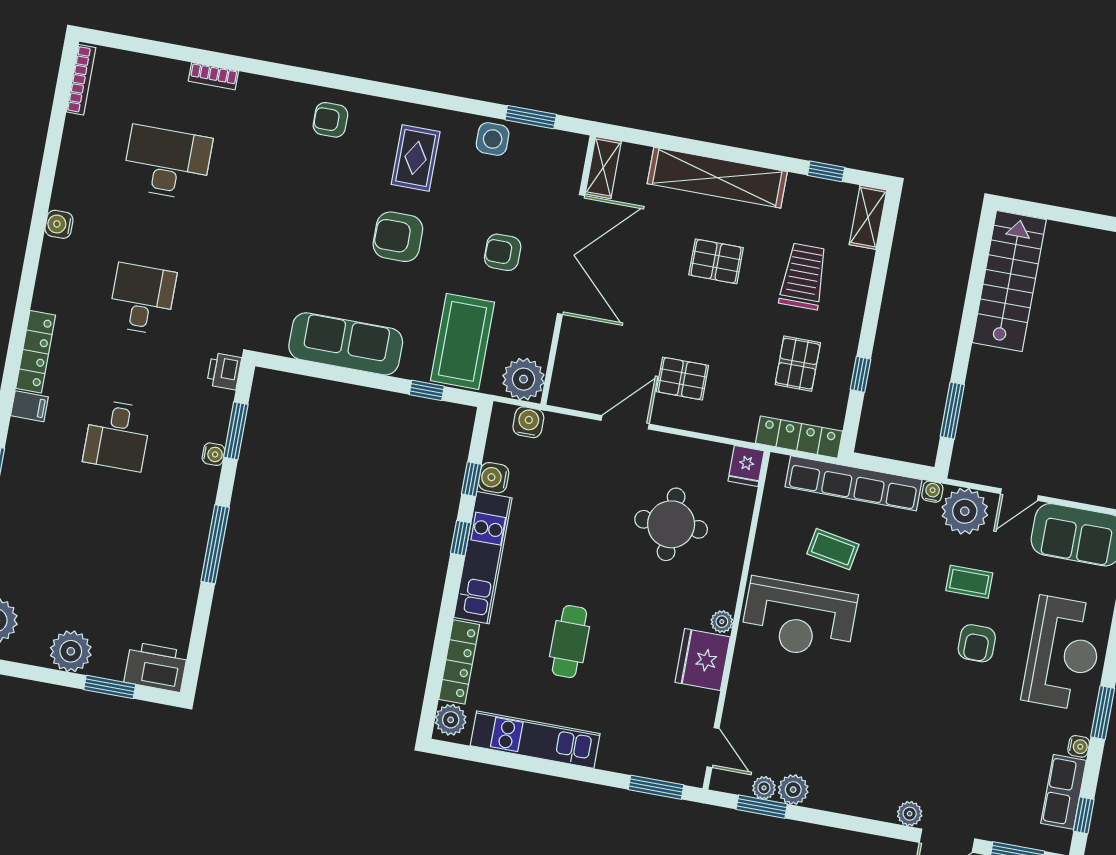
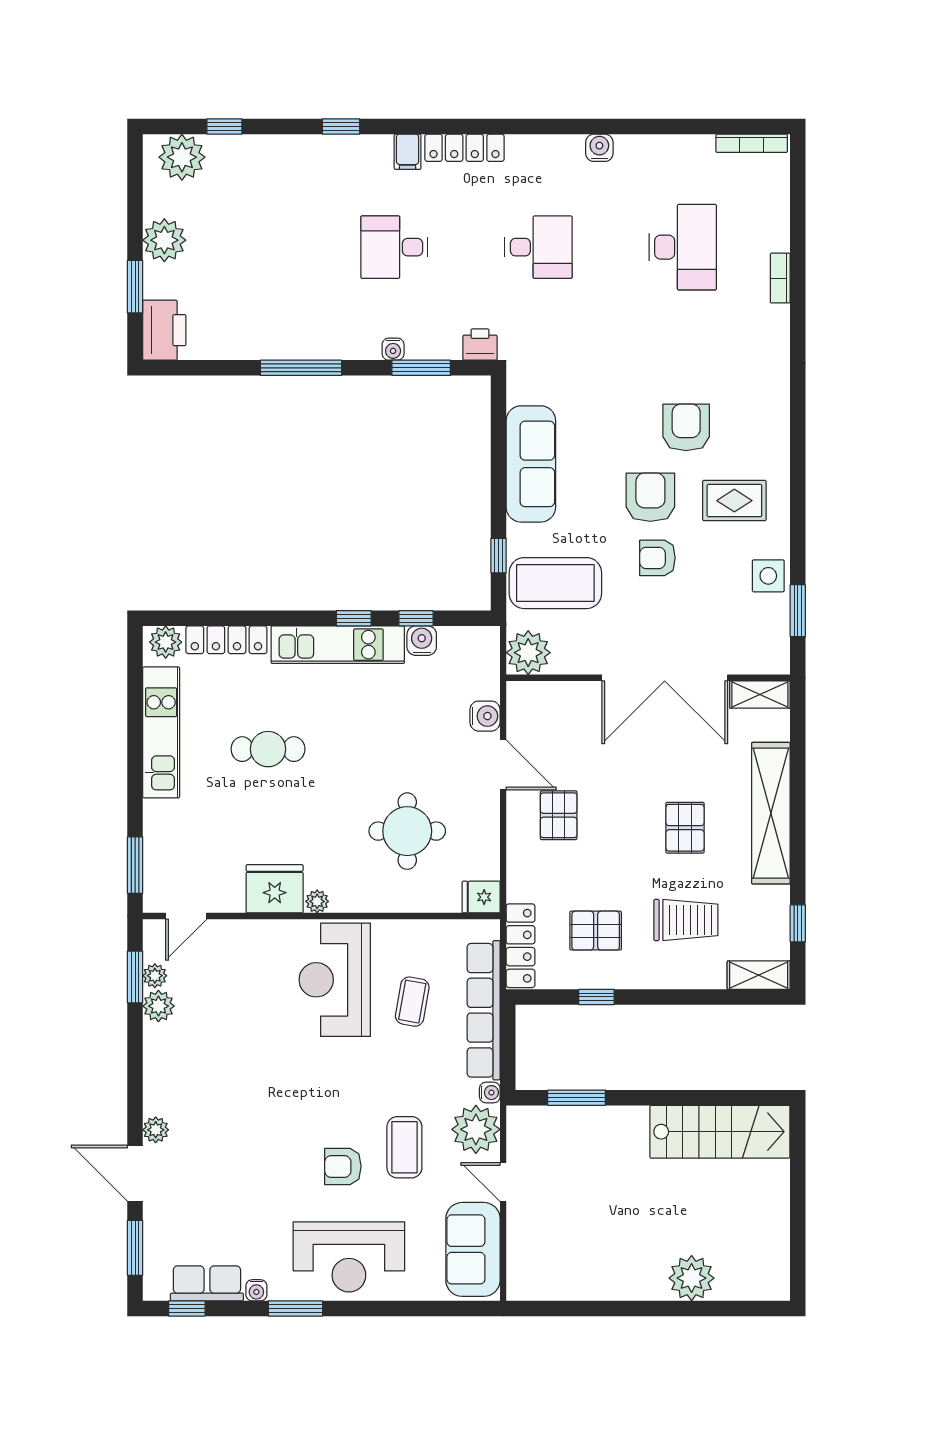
armchair: (330, 120) -> (686, 427), moved, width x1.38, depth x1.38
armchair: (503, 252) -> (657, 558), moved, turned -90
water cooler: (528, 422) -> (485, 716), moved
coffee table: (969, 582) -> (404, 1147), width x1.36, depth x1.30

